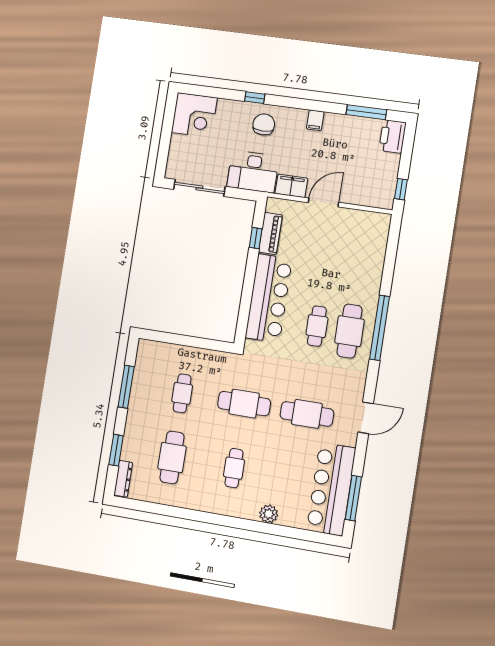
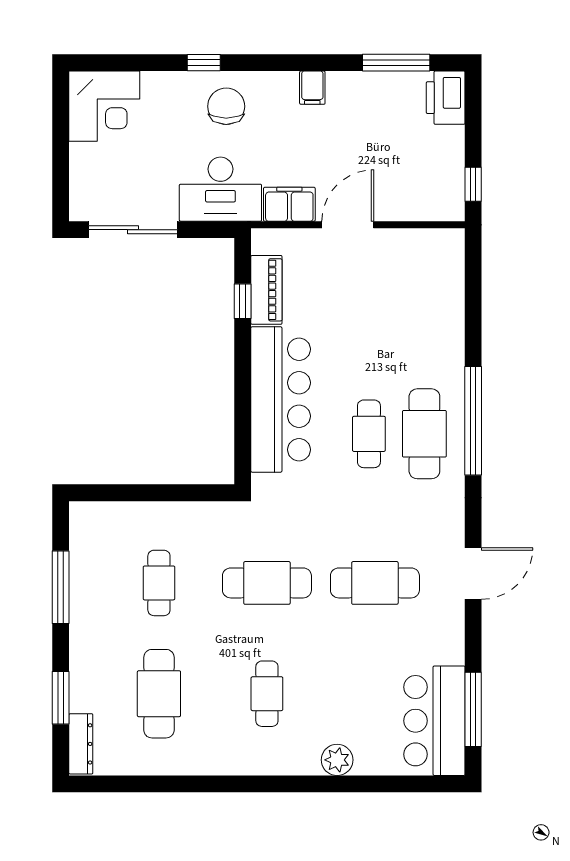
bar counter: (331, 489) -> (434, 721), width x0.73

